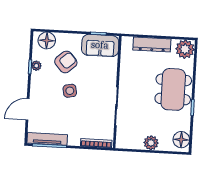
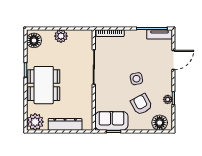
armchair: (66, 62) -> (141, 104), turned 104
tv unit: (47, 139) -> (160, 34), width x0.71

